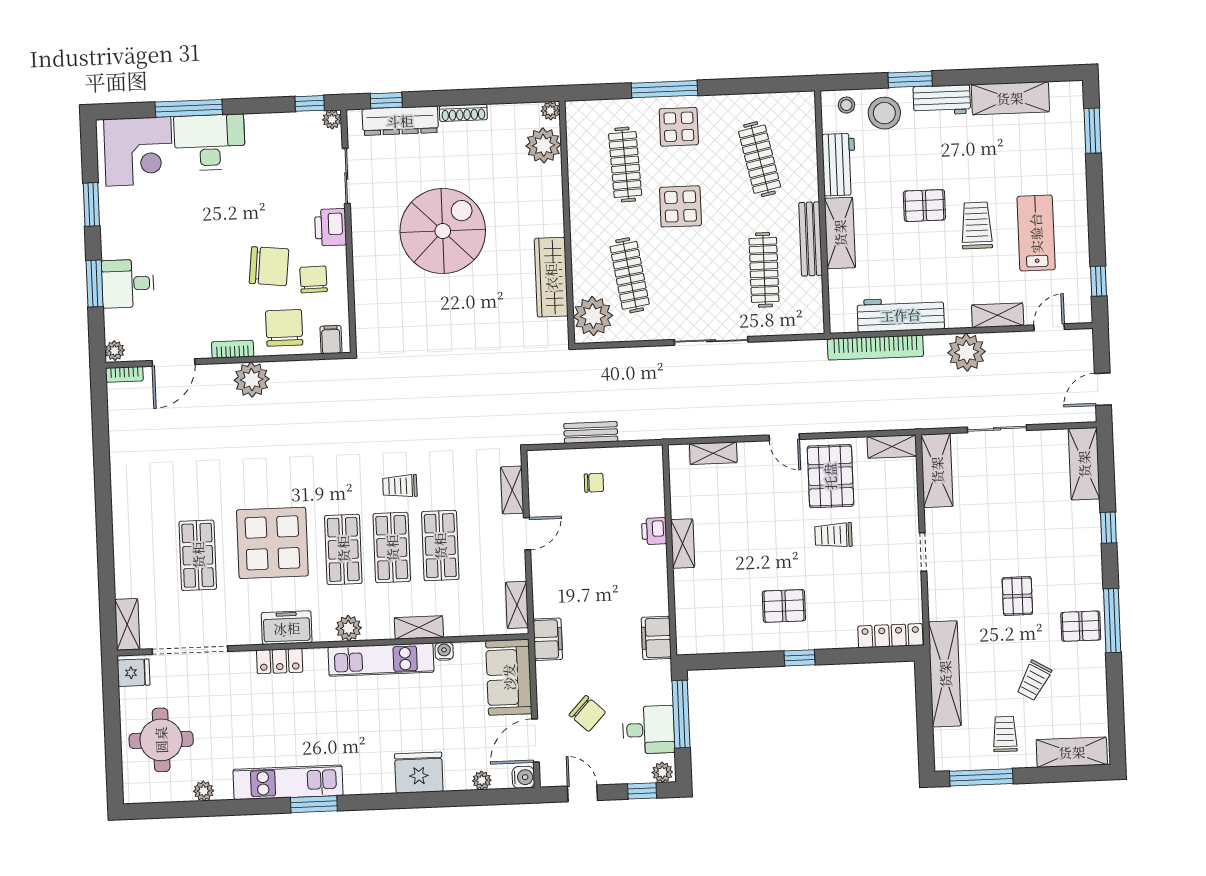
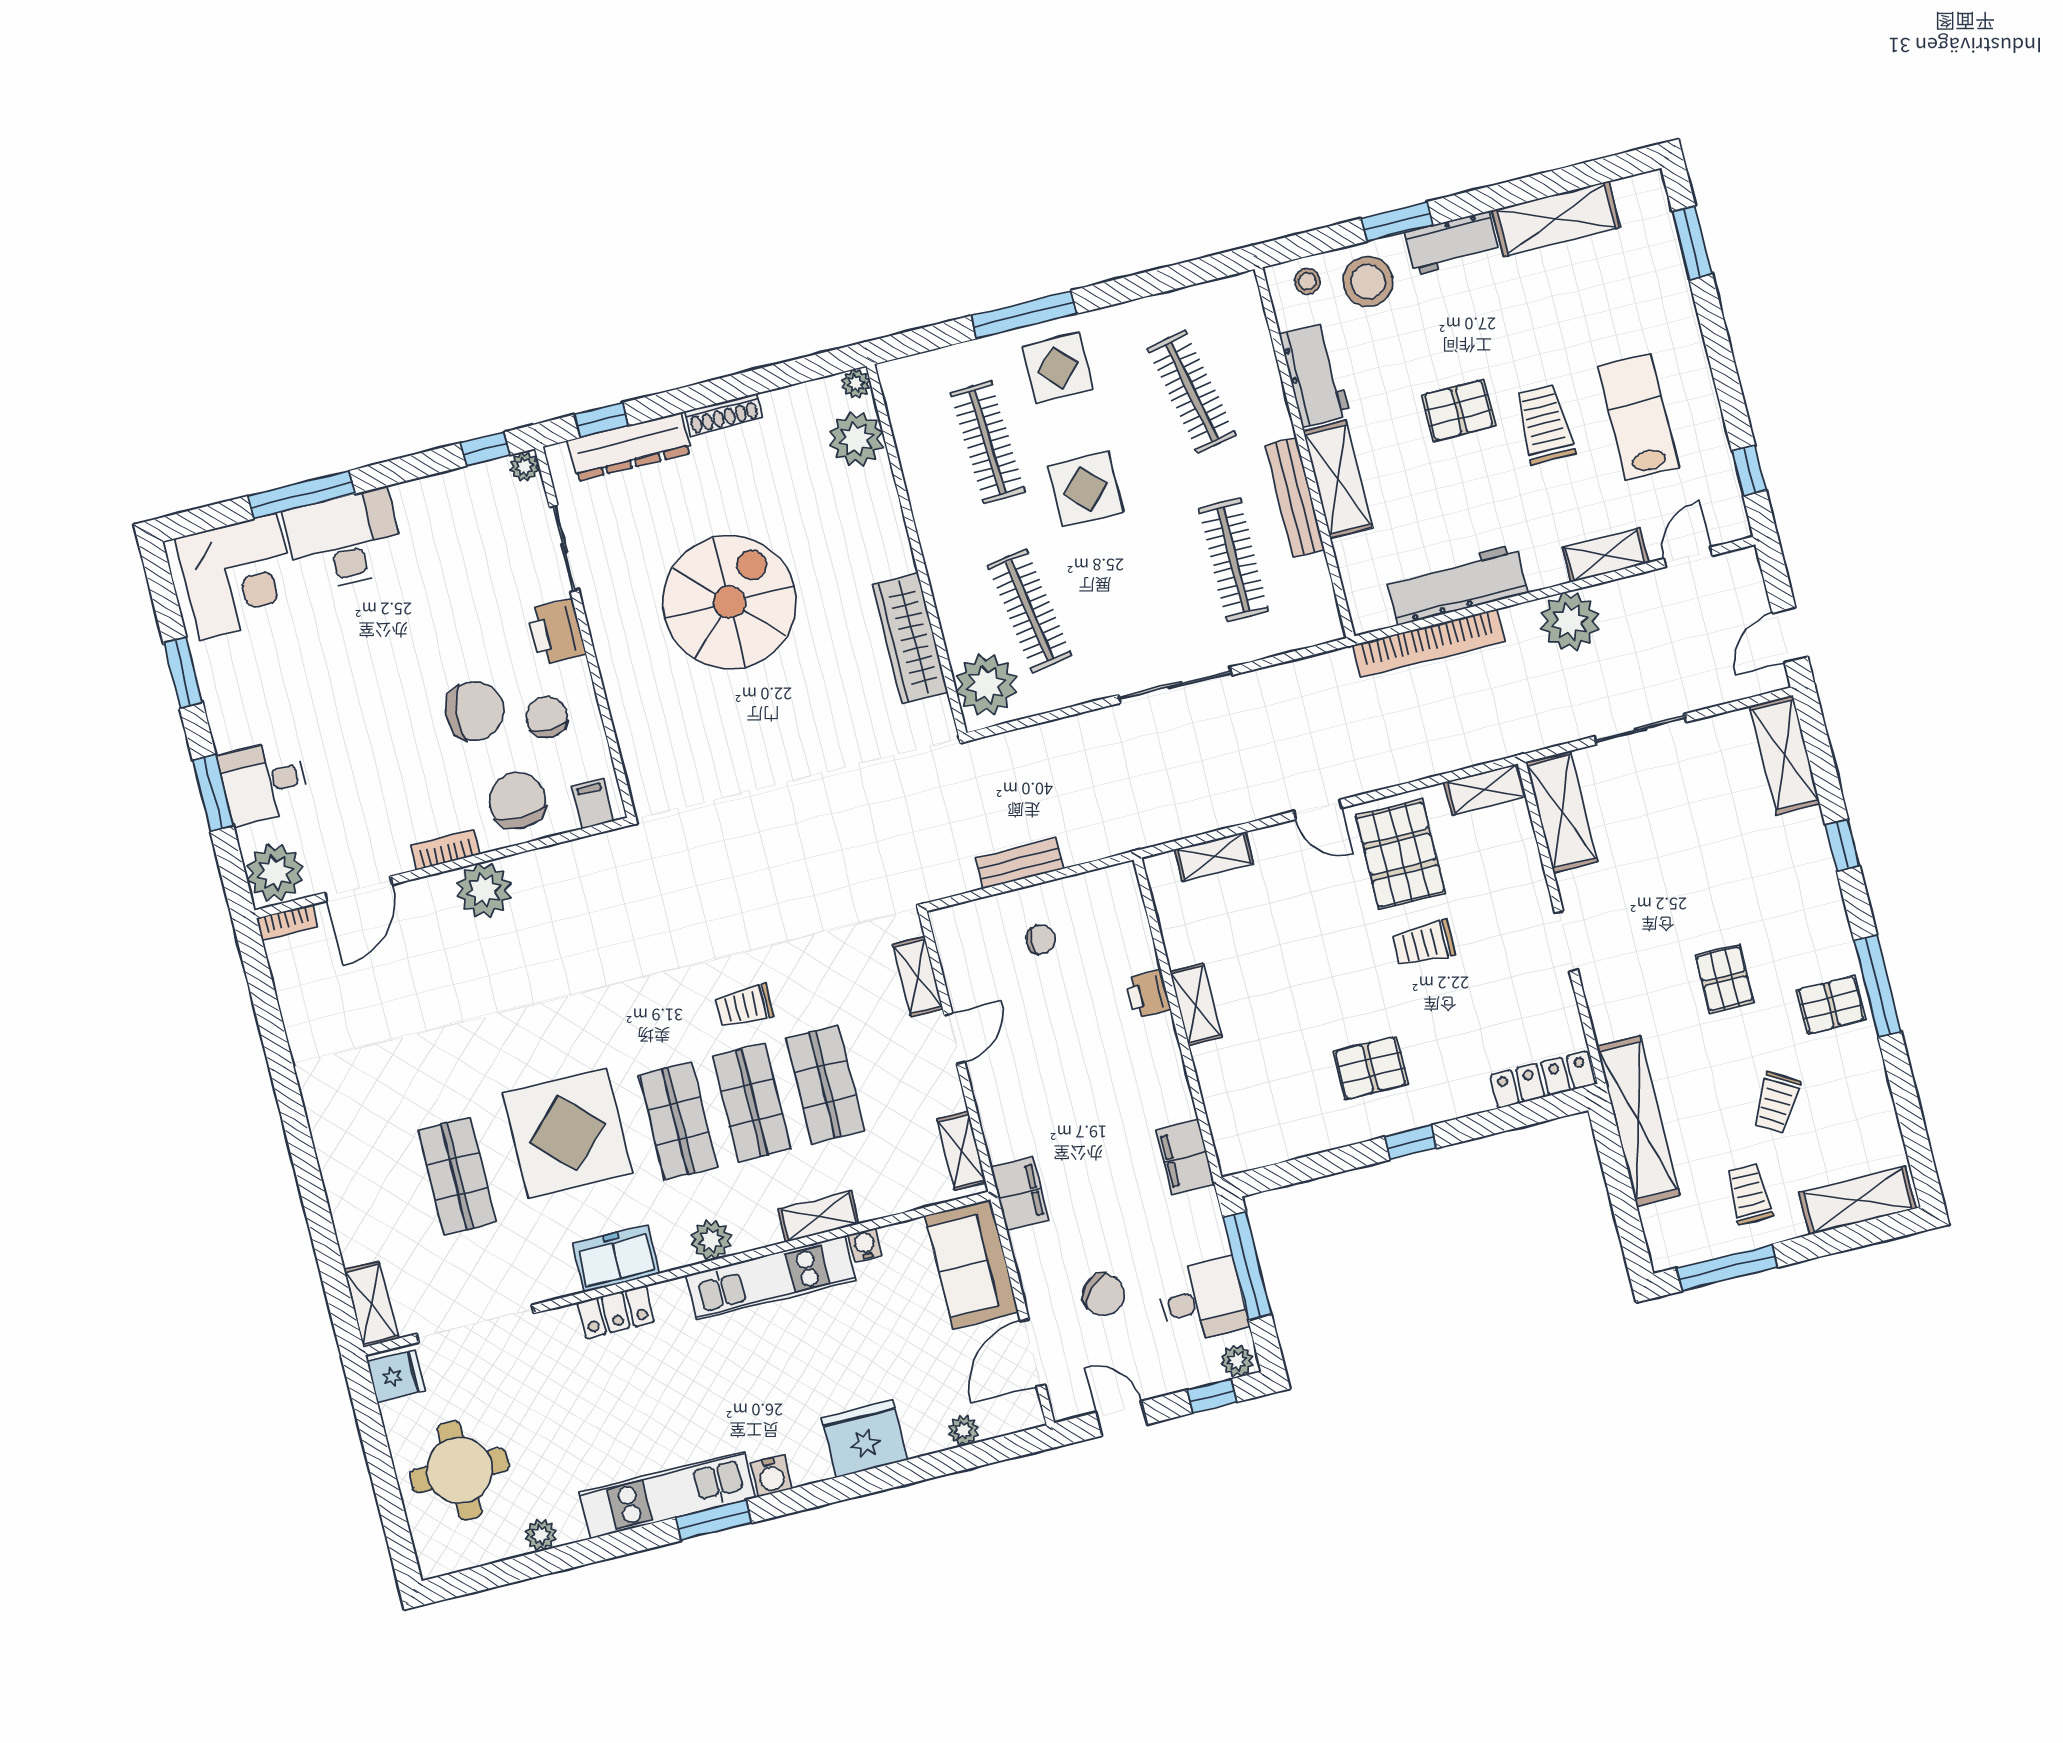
plant: (115, 351) -> (275, 873), width x1.87, depth x1.87
water cooler: (523, 777) -> (771, 1476), moved, turned 90

